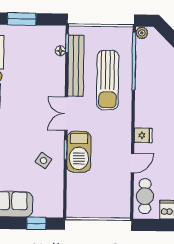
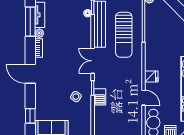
barbecue: (79, 152) -> (100, 97), width x0.53, depth x0.65
door: (132, 163) -> (143, 98), hinge flipped

